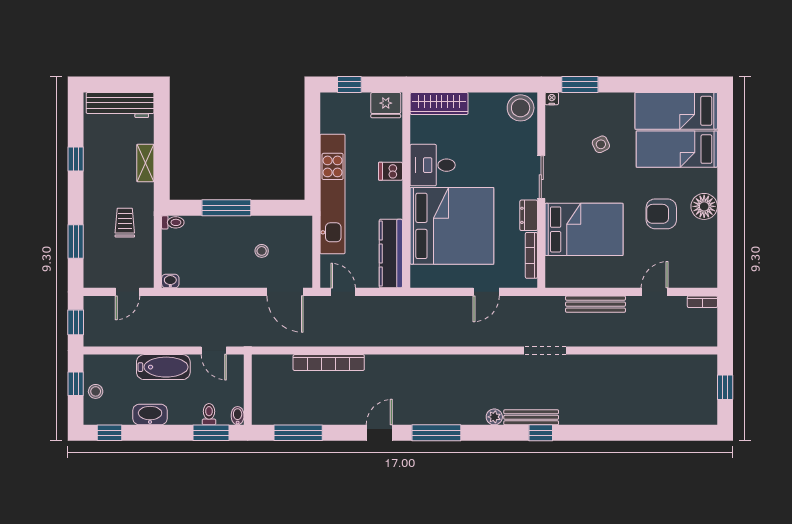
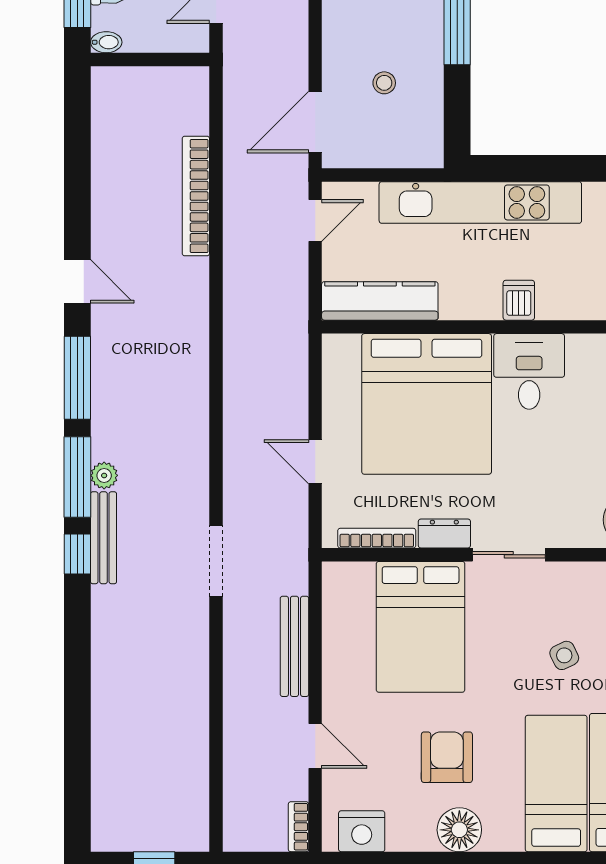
nightstand: (705, 264) -> (362, 831), added
window: (298, 433) -> (77, 477), moved

